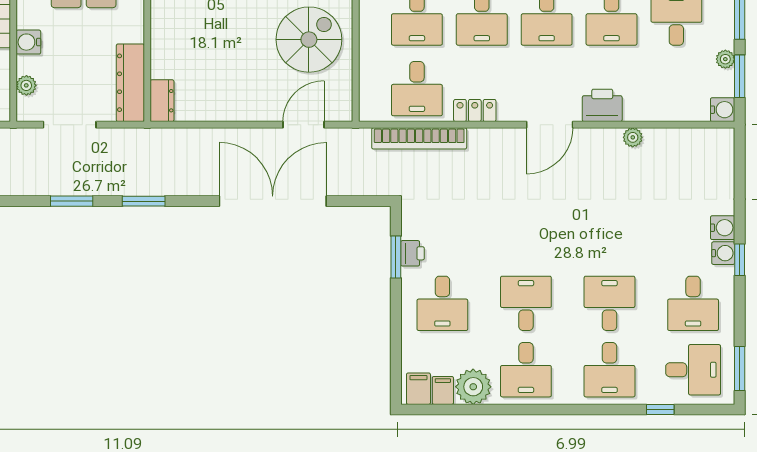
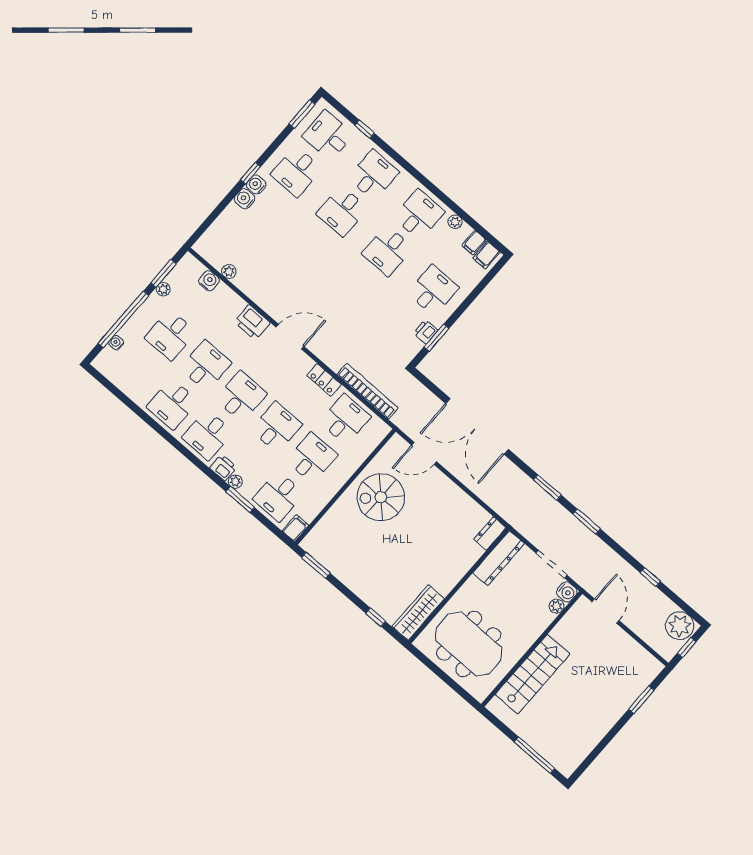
water cooler: (28, 42) -> (567, 592), moved
water cooler: (723, 110) -> (209, 281), moved, turned 90
plant: (633, 137) -> (229, 272), moved
desk: (693, 303) -> (296, 172), turned 180
plant: (473, 387) -> (455, 222), width x0.53, depth x0.53

